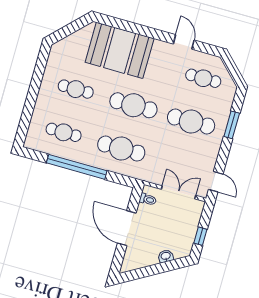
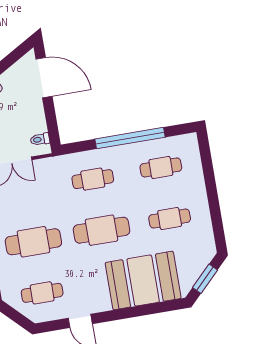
window: (70, 29) -> (205, 279), added
cafe table: (121, 149) -> (93, 179), width x0.73, depth x0.74
door: (127, 228) -> (44, 78), moved

